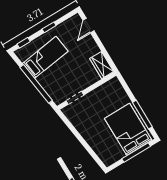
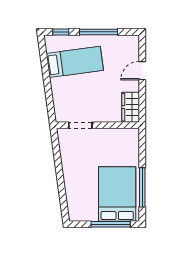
door: (88, 26) -> (142, 71), moved
window: (49, 27) -> (98, 32), width x2.17
window: (36, 84) -> (47, 85), removed

